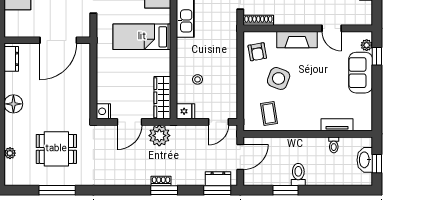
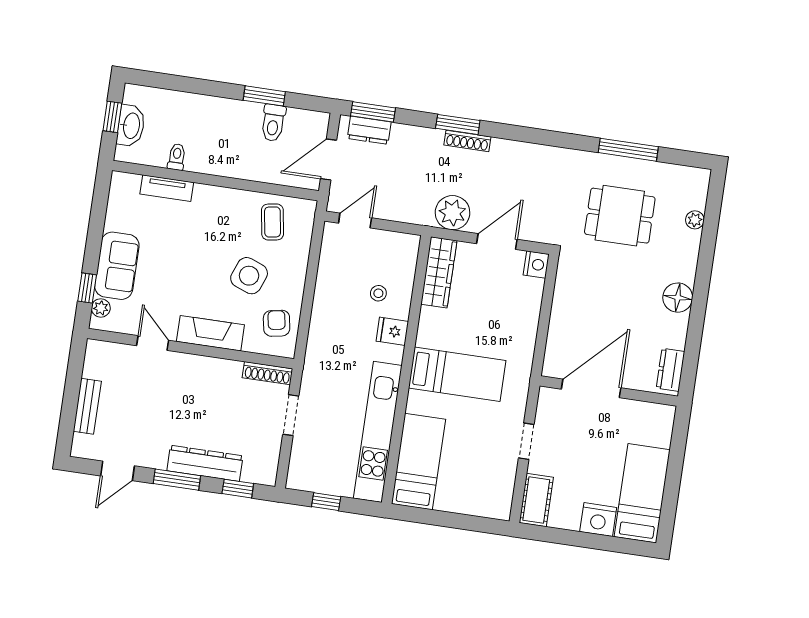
fridge: (186, 111) -> (392, 331), moved
toilet: (298, 175) -> (273, 123), moved
shoe rack: (161, 181) -> (467, 141), width x1.43

